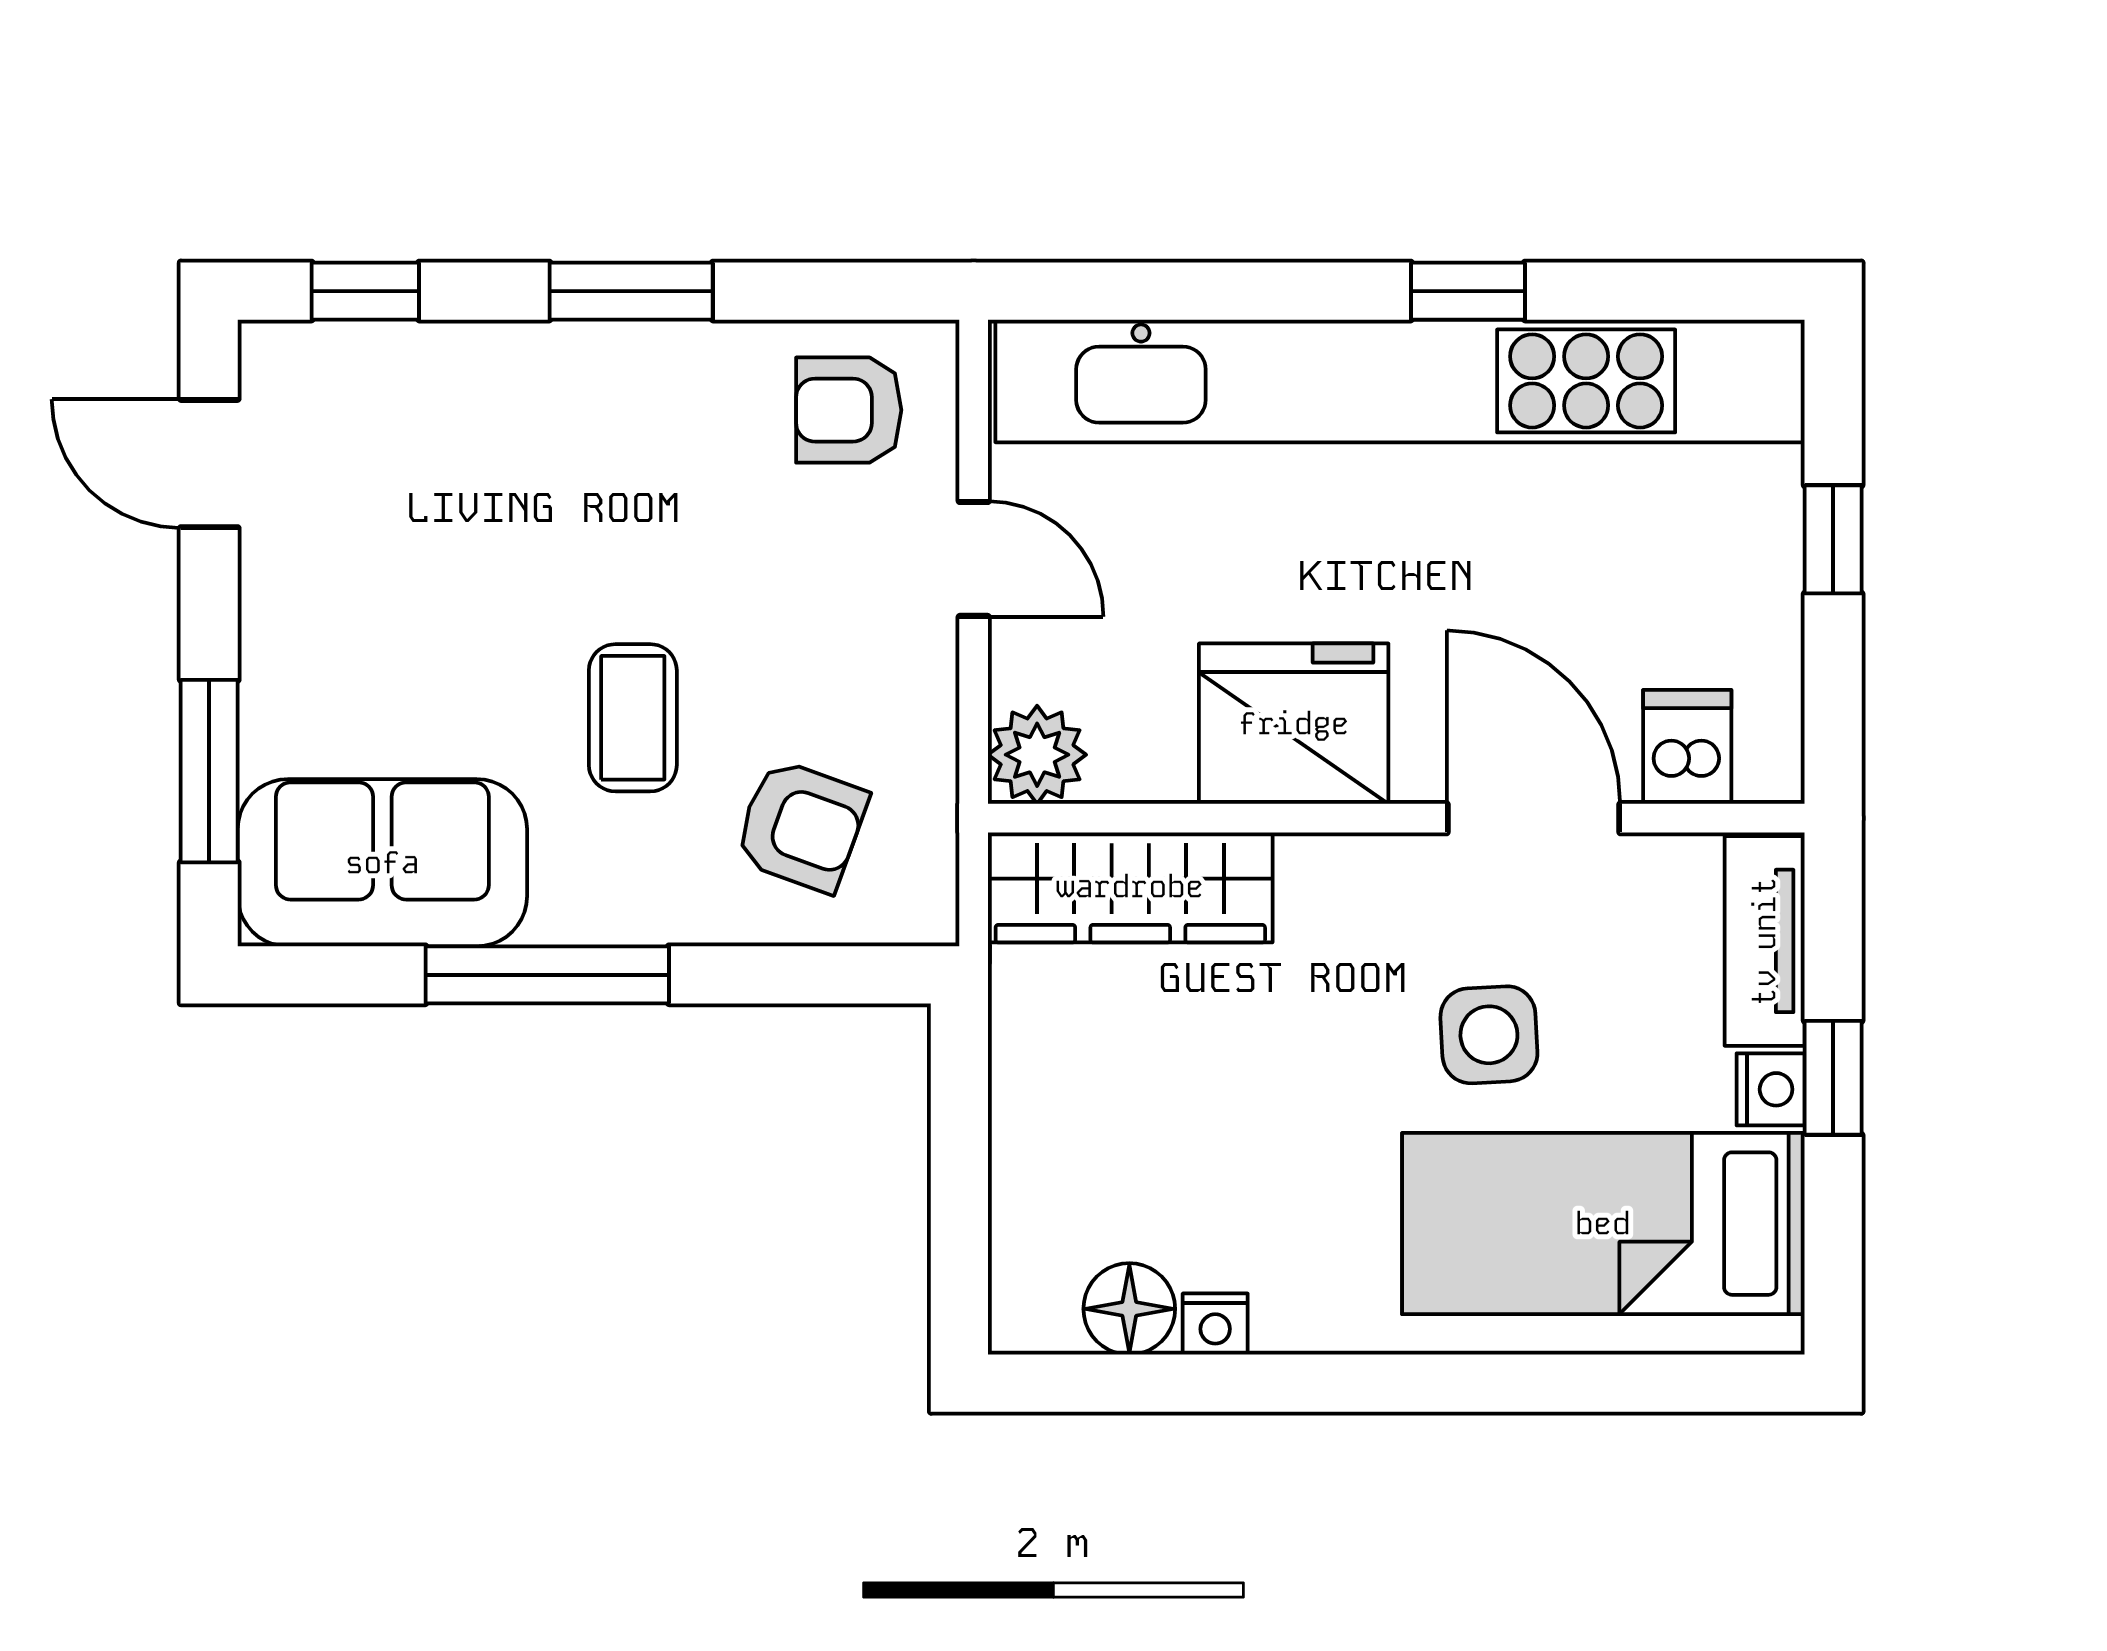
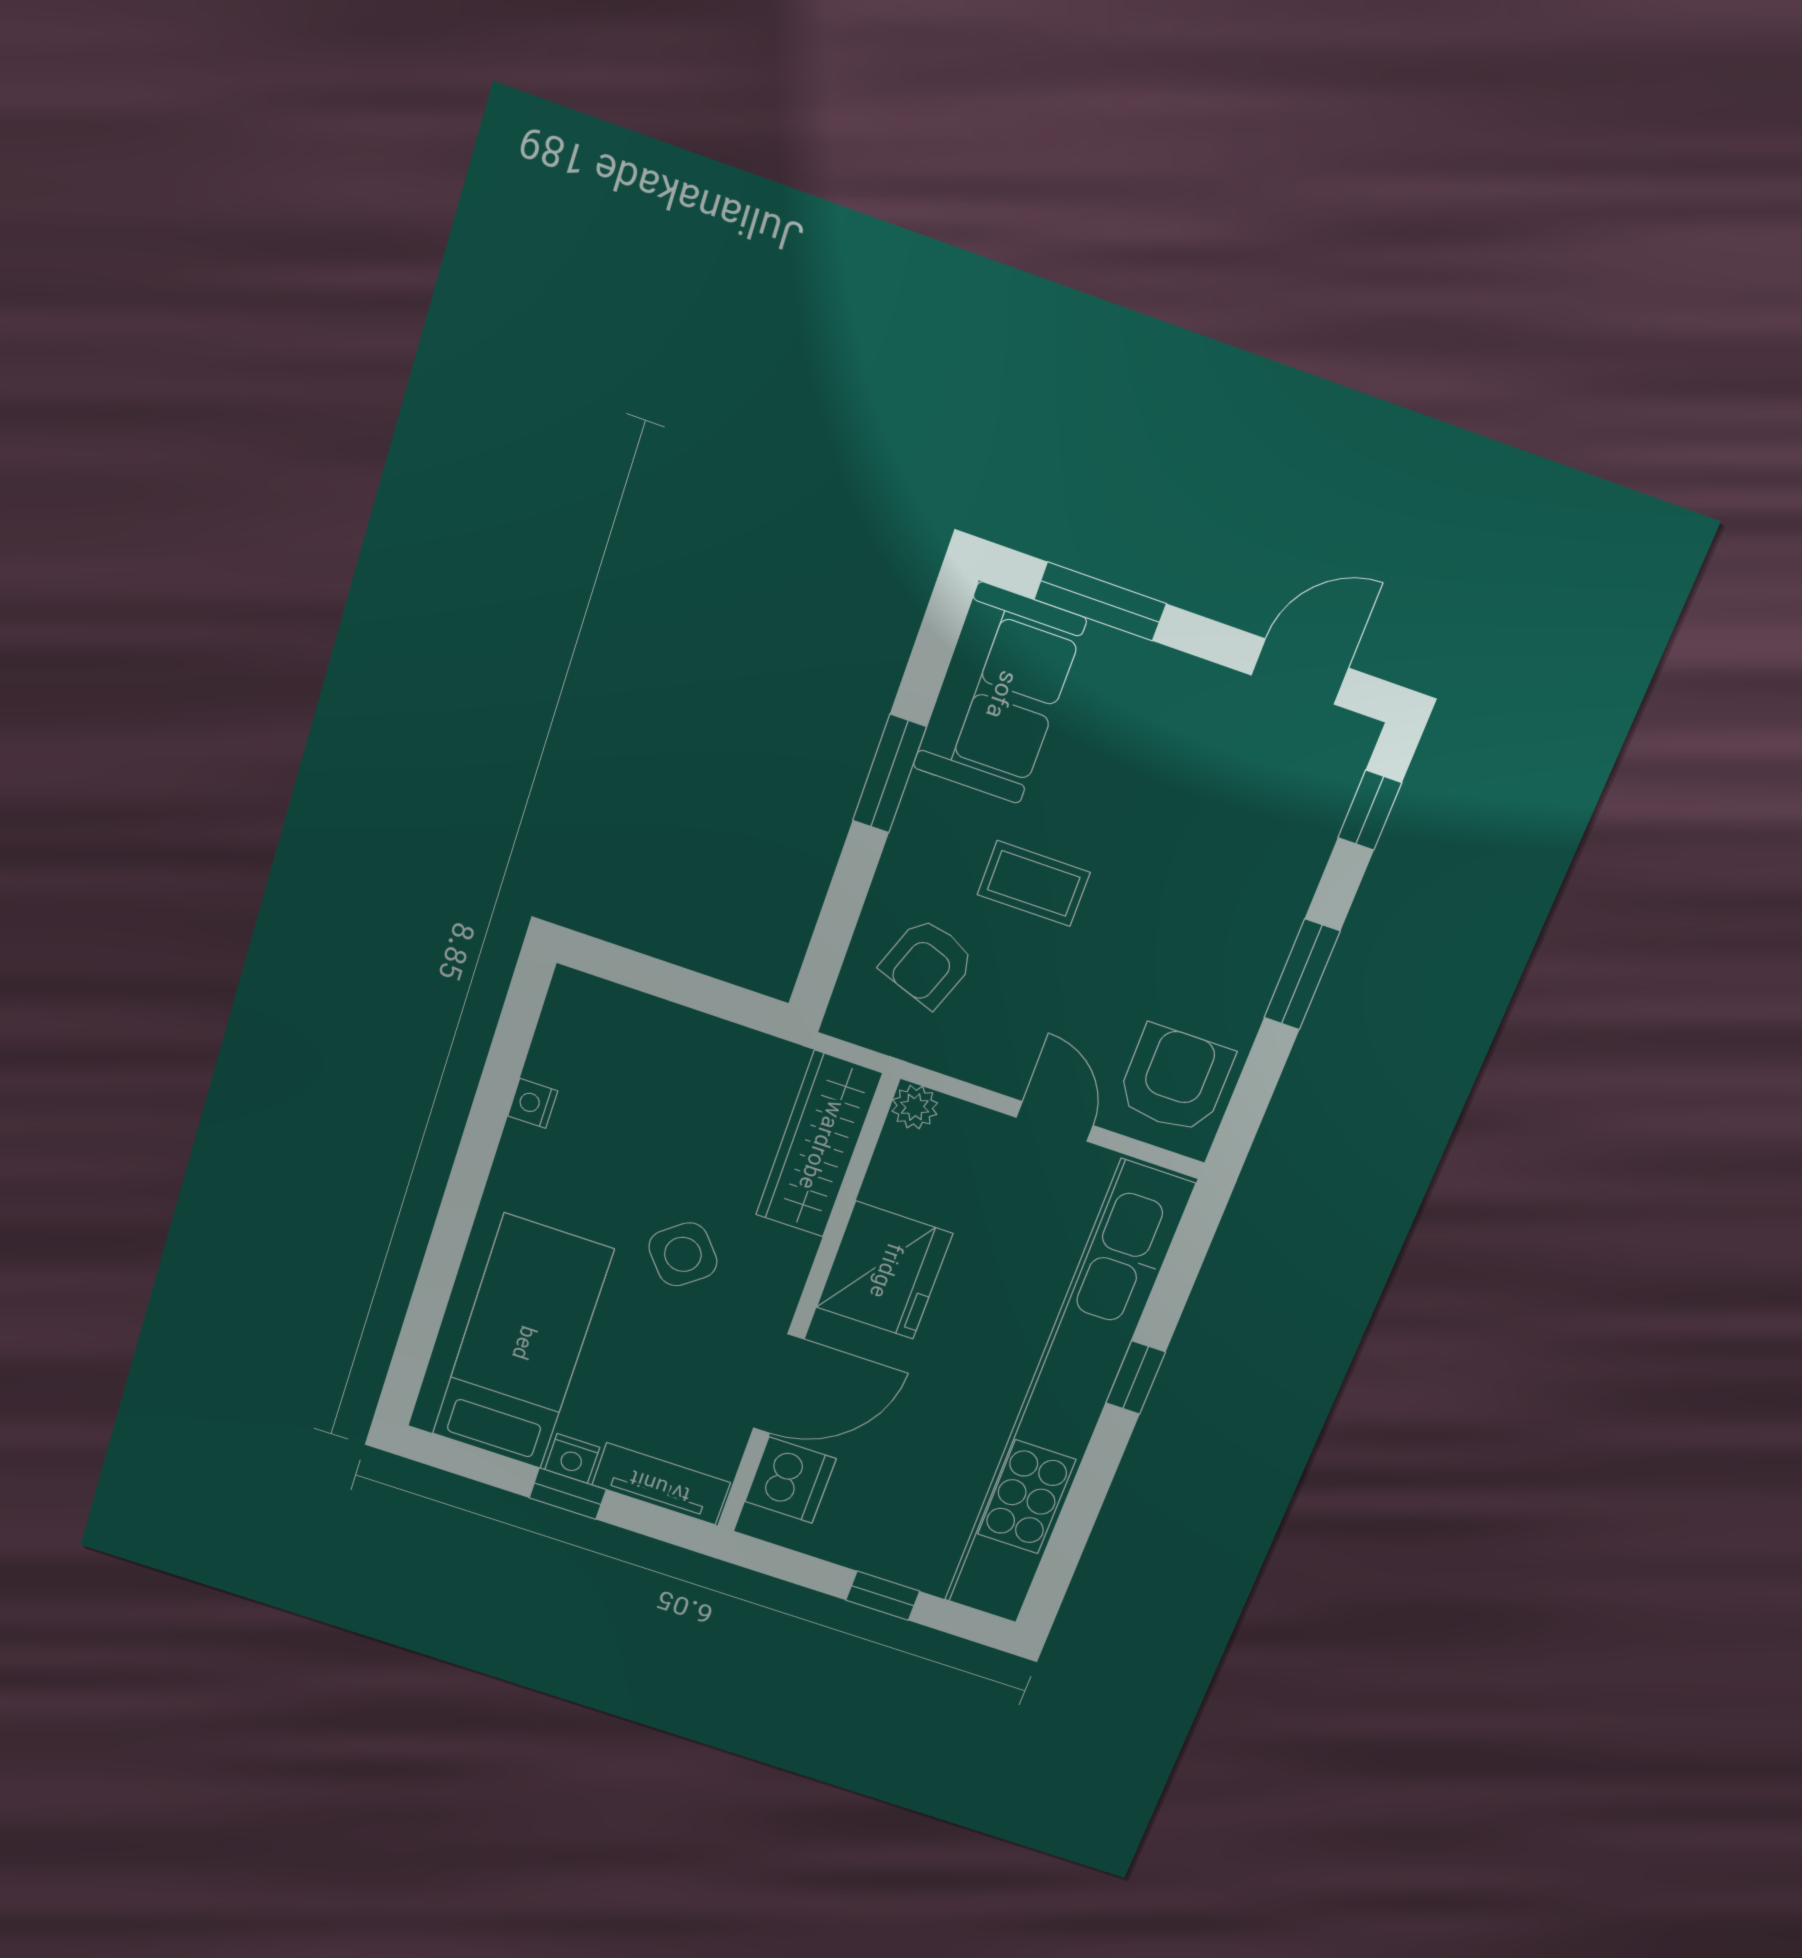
window: (1468, 291) -> (1136, 1377), moved
armchair: (849, 410) -> (1175, 1079), width x1.38, depth x1.38
door: (974, 559) -> (1055, 1121), swing flipped
dishwasher: (1687, 747) -> (790, 1480), width x1.38
plant: (1037, 755) -> (915, 1107), width x0.73, depth x0.73
window: (547, 975) -> (889, 774), width x0.69
side table: (1489, 1035) -> (683, 1254), moved, turned -36
floor lamp: (1129, 1309) -> (558, 1056), removed

